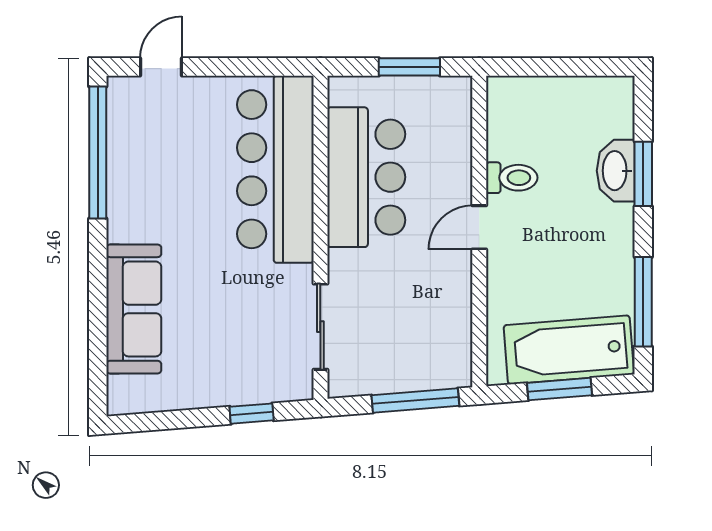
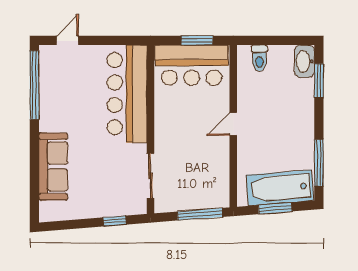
washbasin: (616, 171) -> (304, 61), moved
window: (643, 174) -> (319, 81), moved
bar counter: (366, 177) -> (192, 65), moved, turned 90
toilet: (512, 178) -> (259, 58), moved, turned 90

